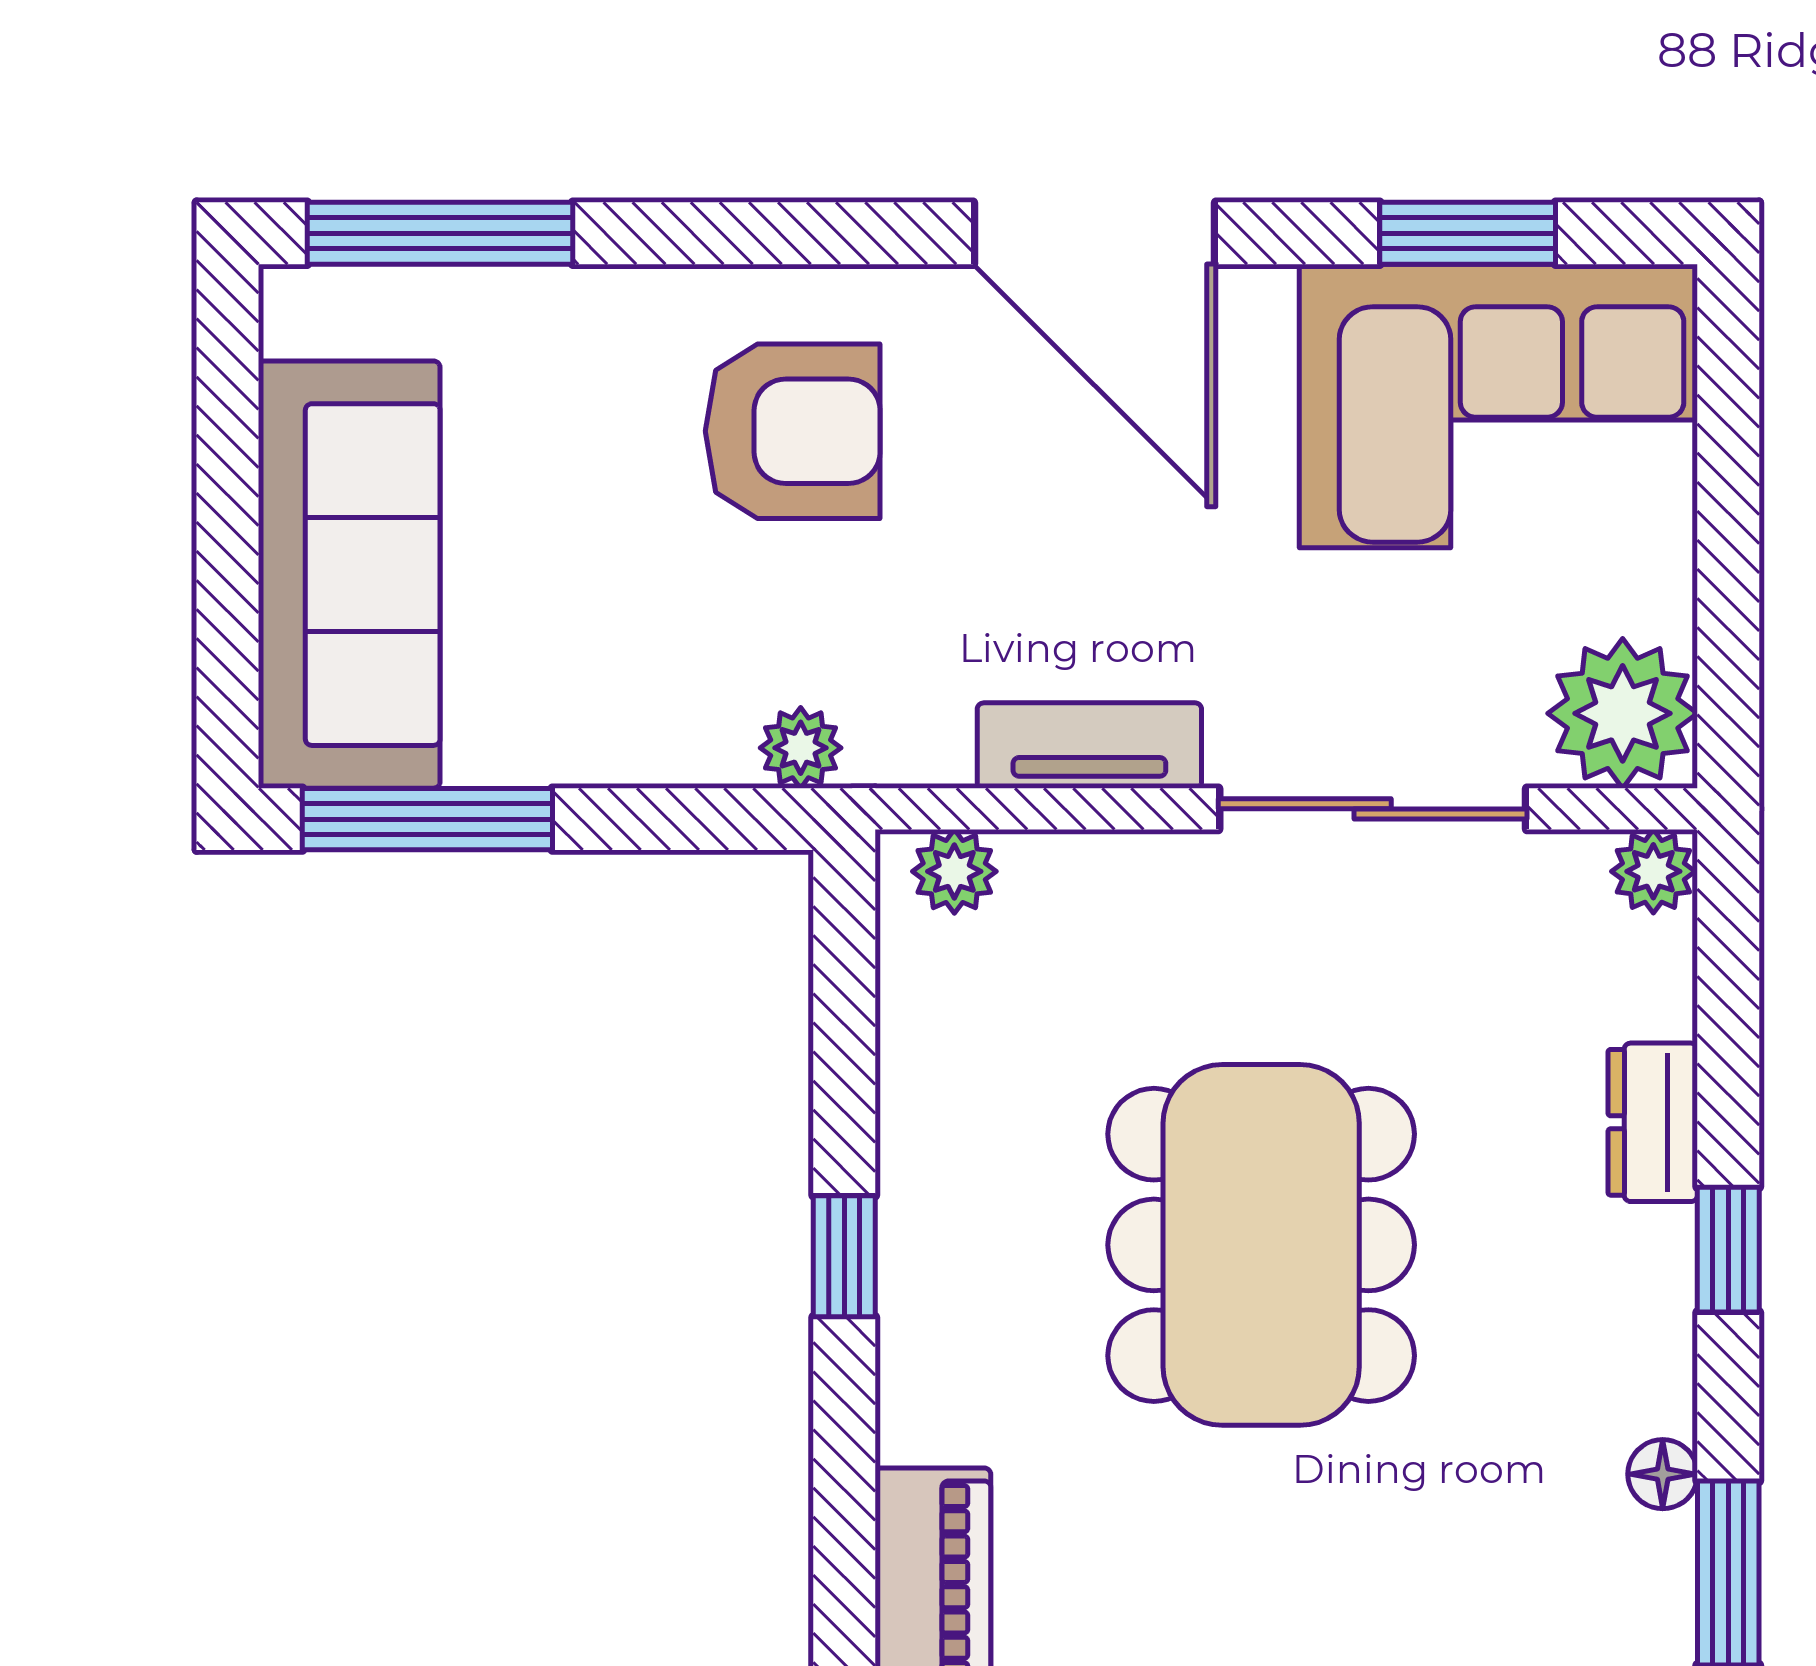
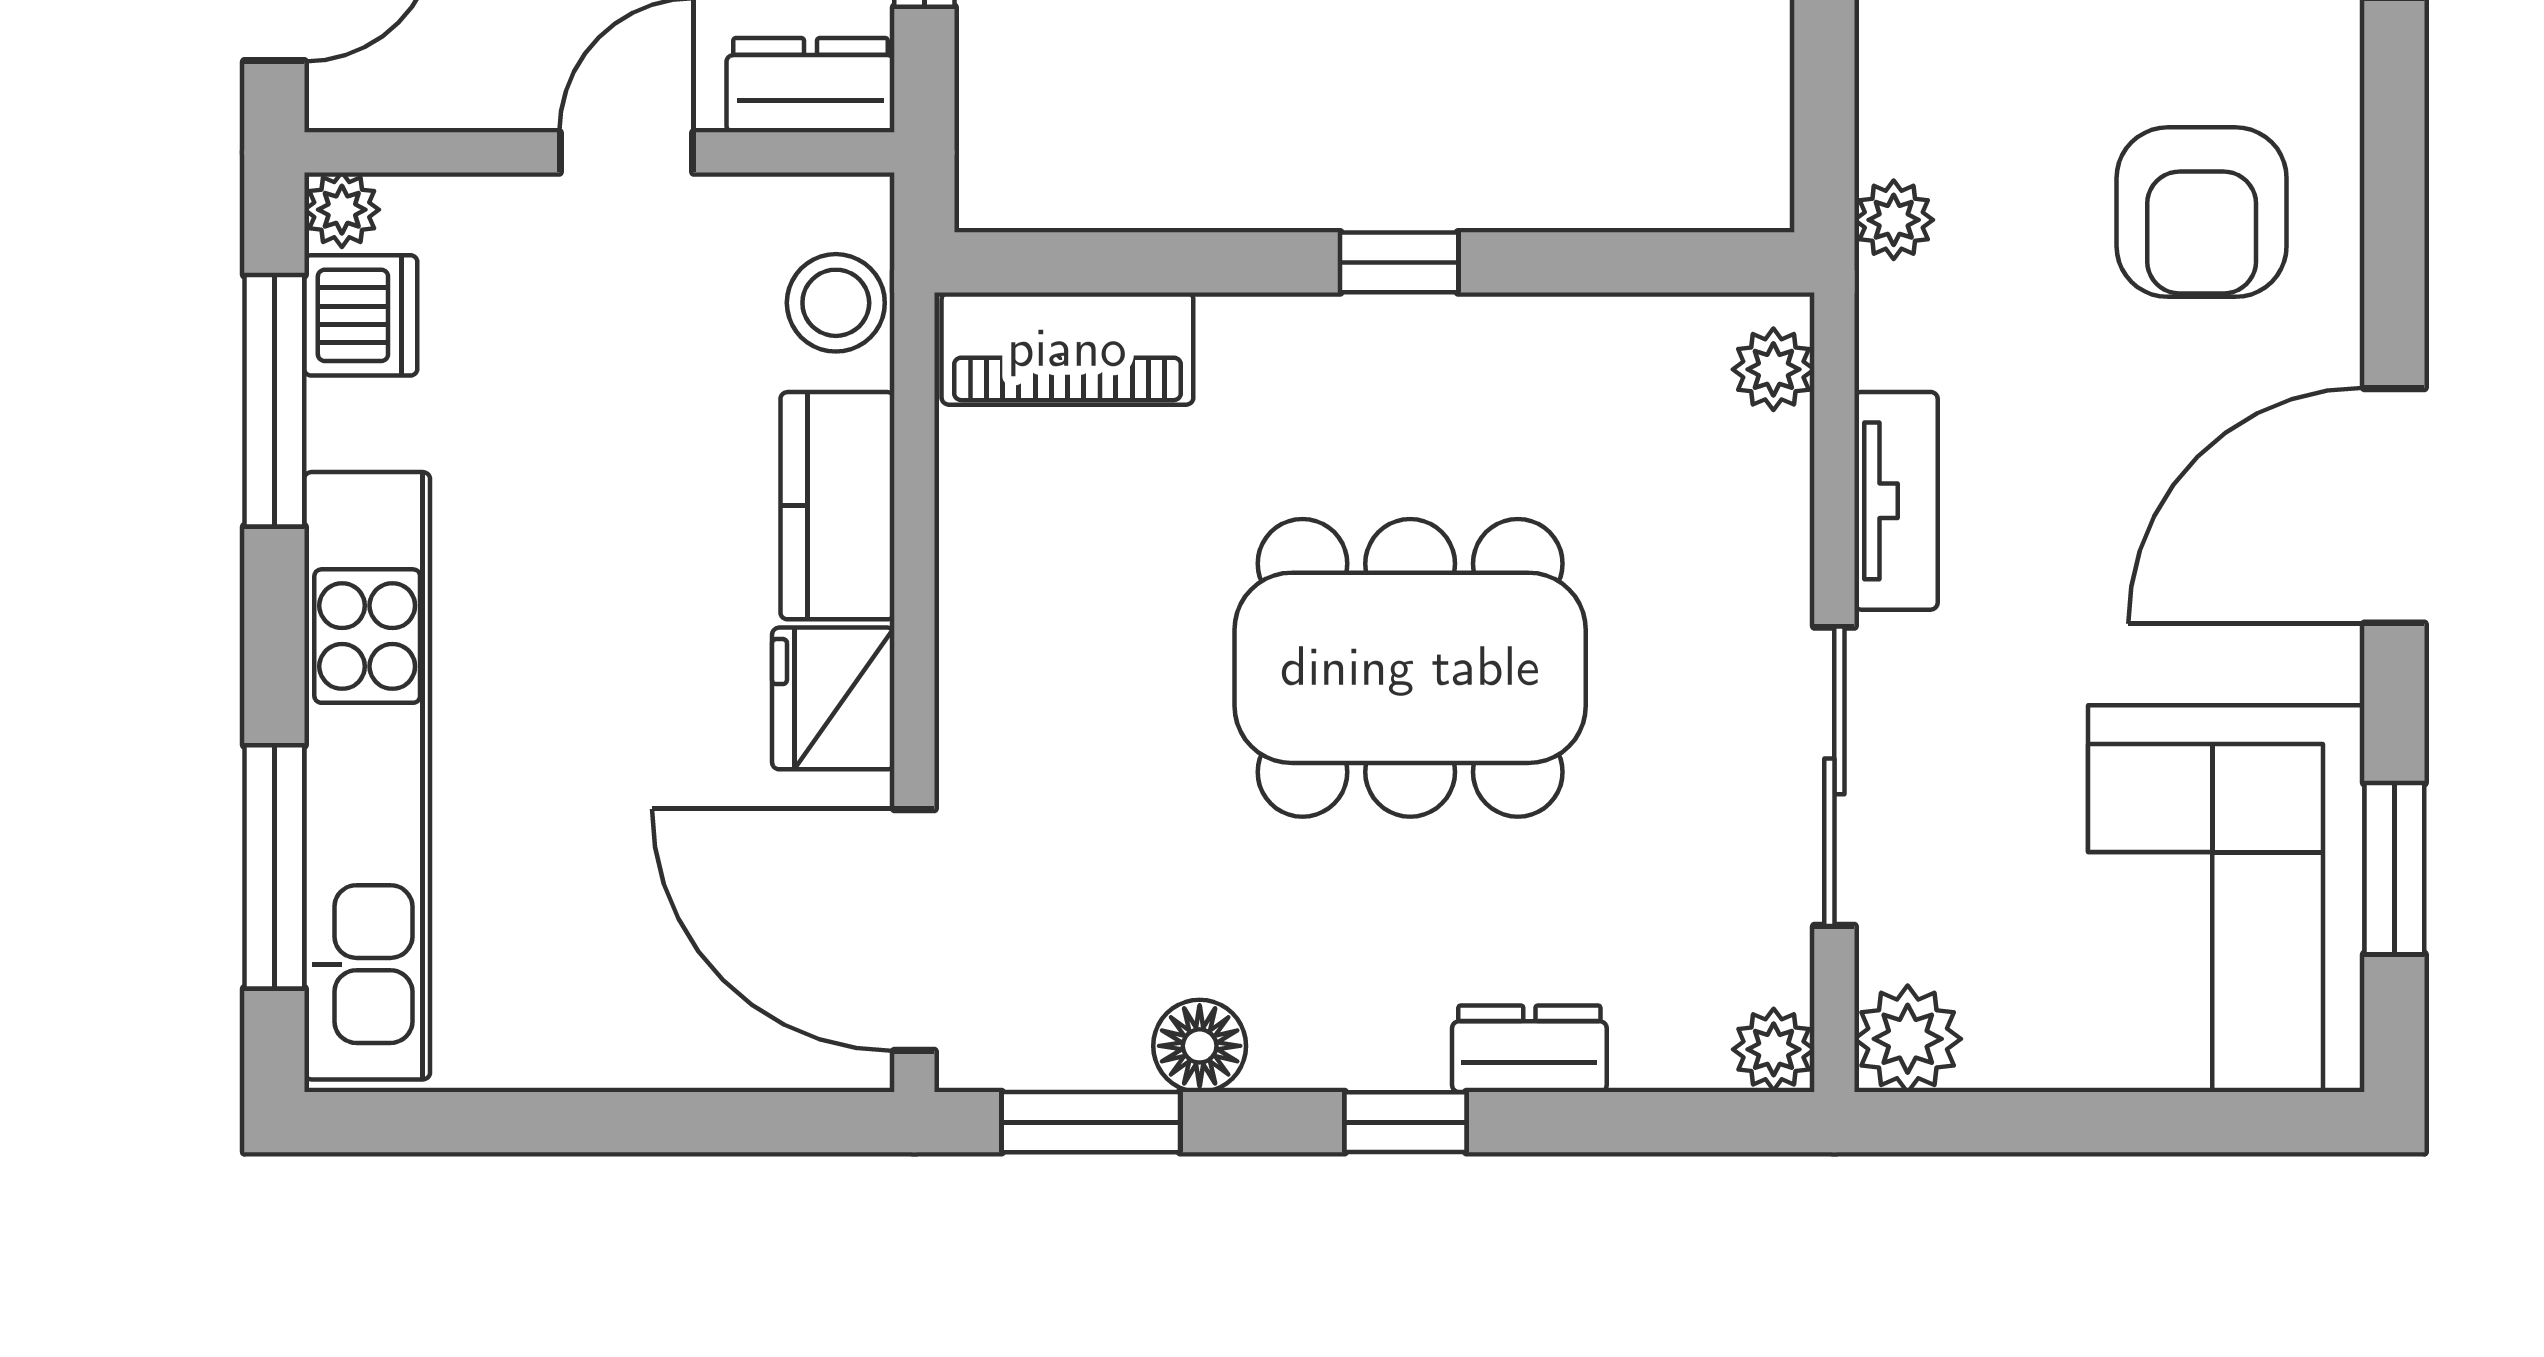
plant: (1623, 713) -> (1908, 1039), width x0.73, depth x0.73
floor lamp: (1663, 1474) -> (1200, 1046), width x1.37, depth x1.37

